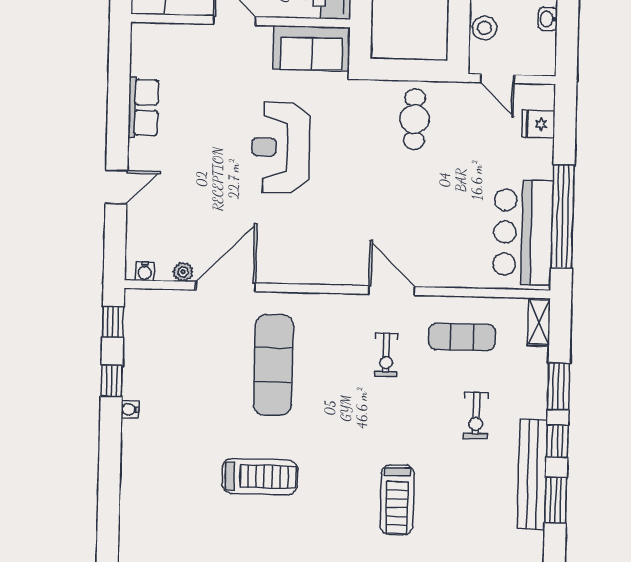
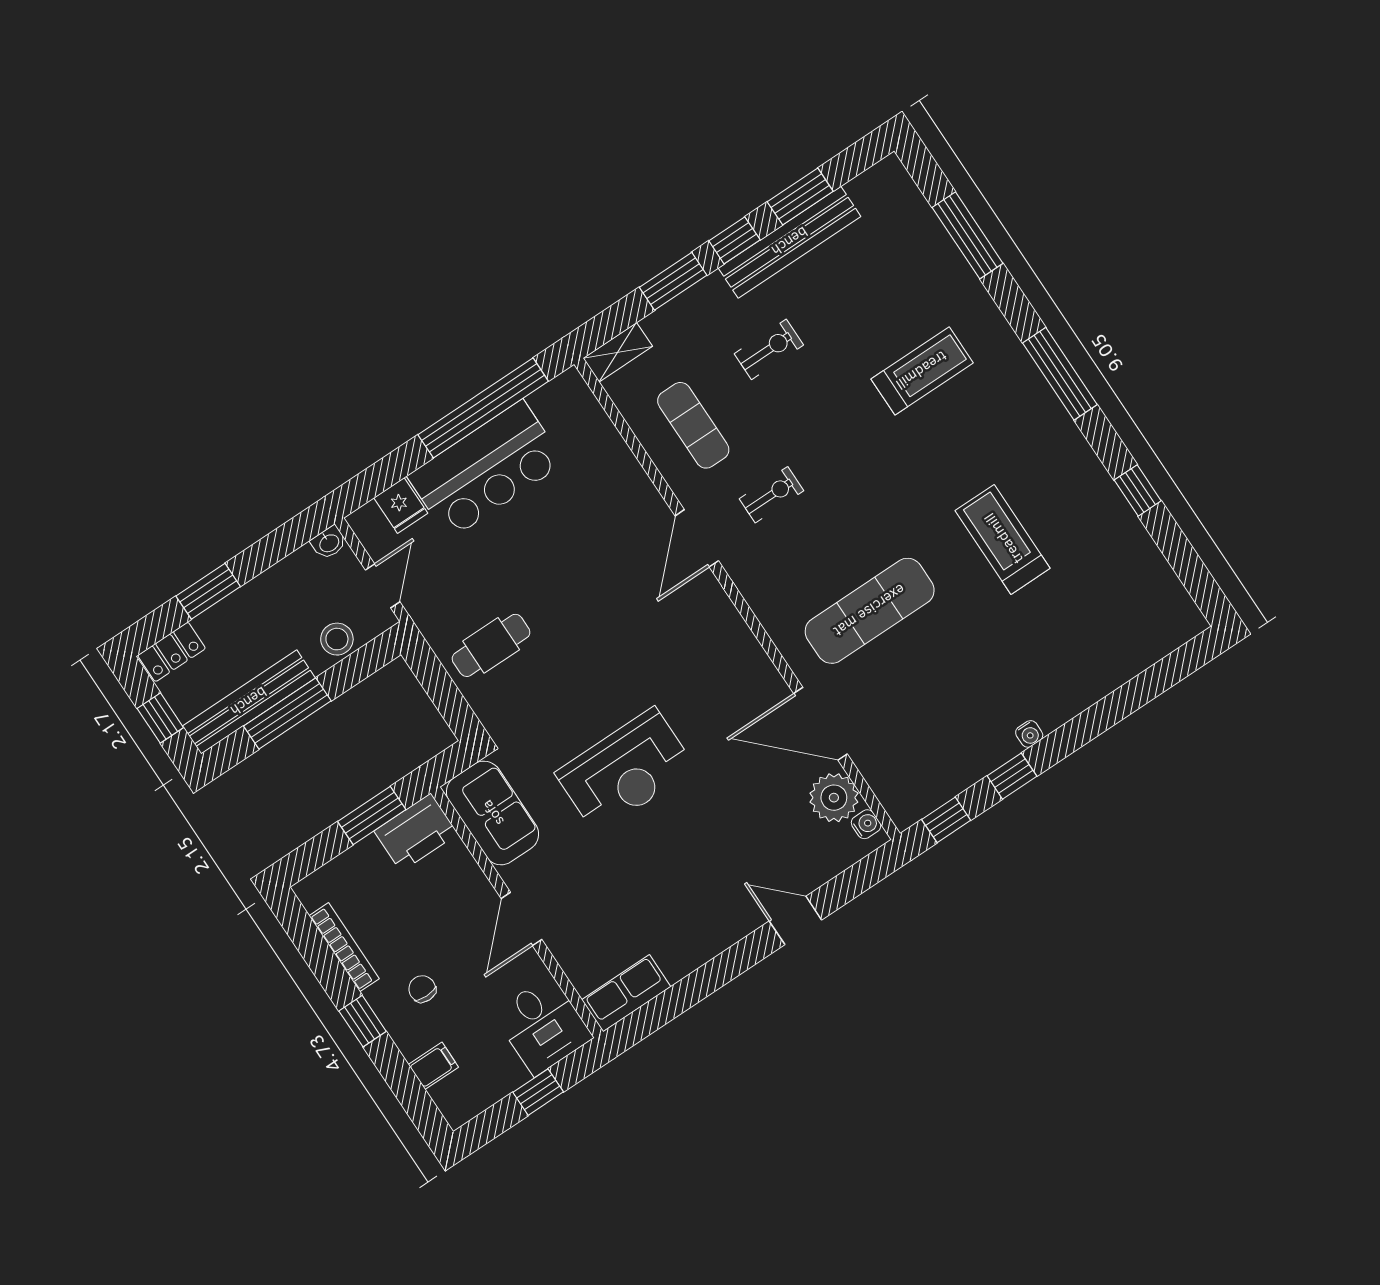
washbasin: (548, 19) -> (329, 543), moved
row of seats: (143, 108) -> (626, 993), moved
bar counter: (523, 232) -> (486, 469), moved
plant: (183, 272) -> (834, 798), width x1.87, depth x1.87

